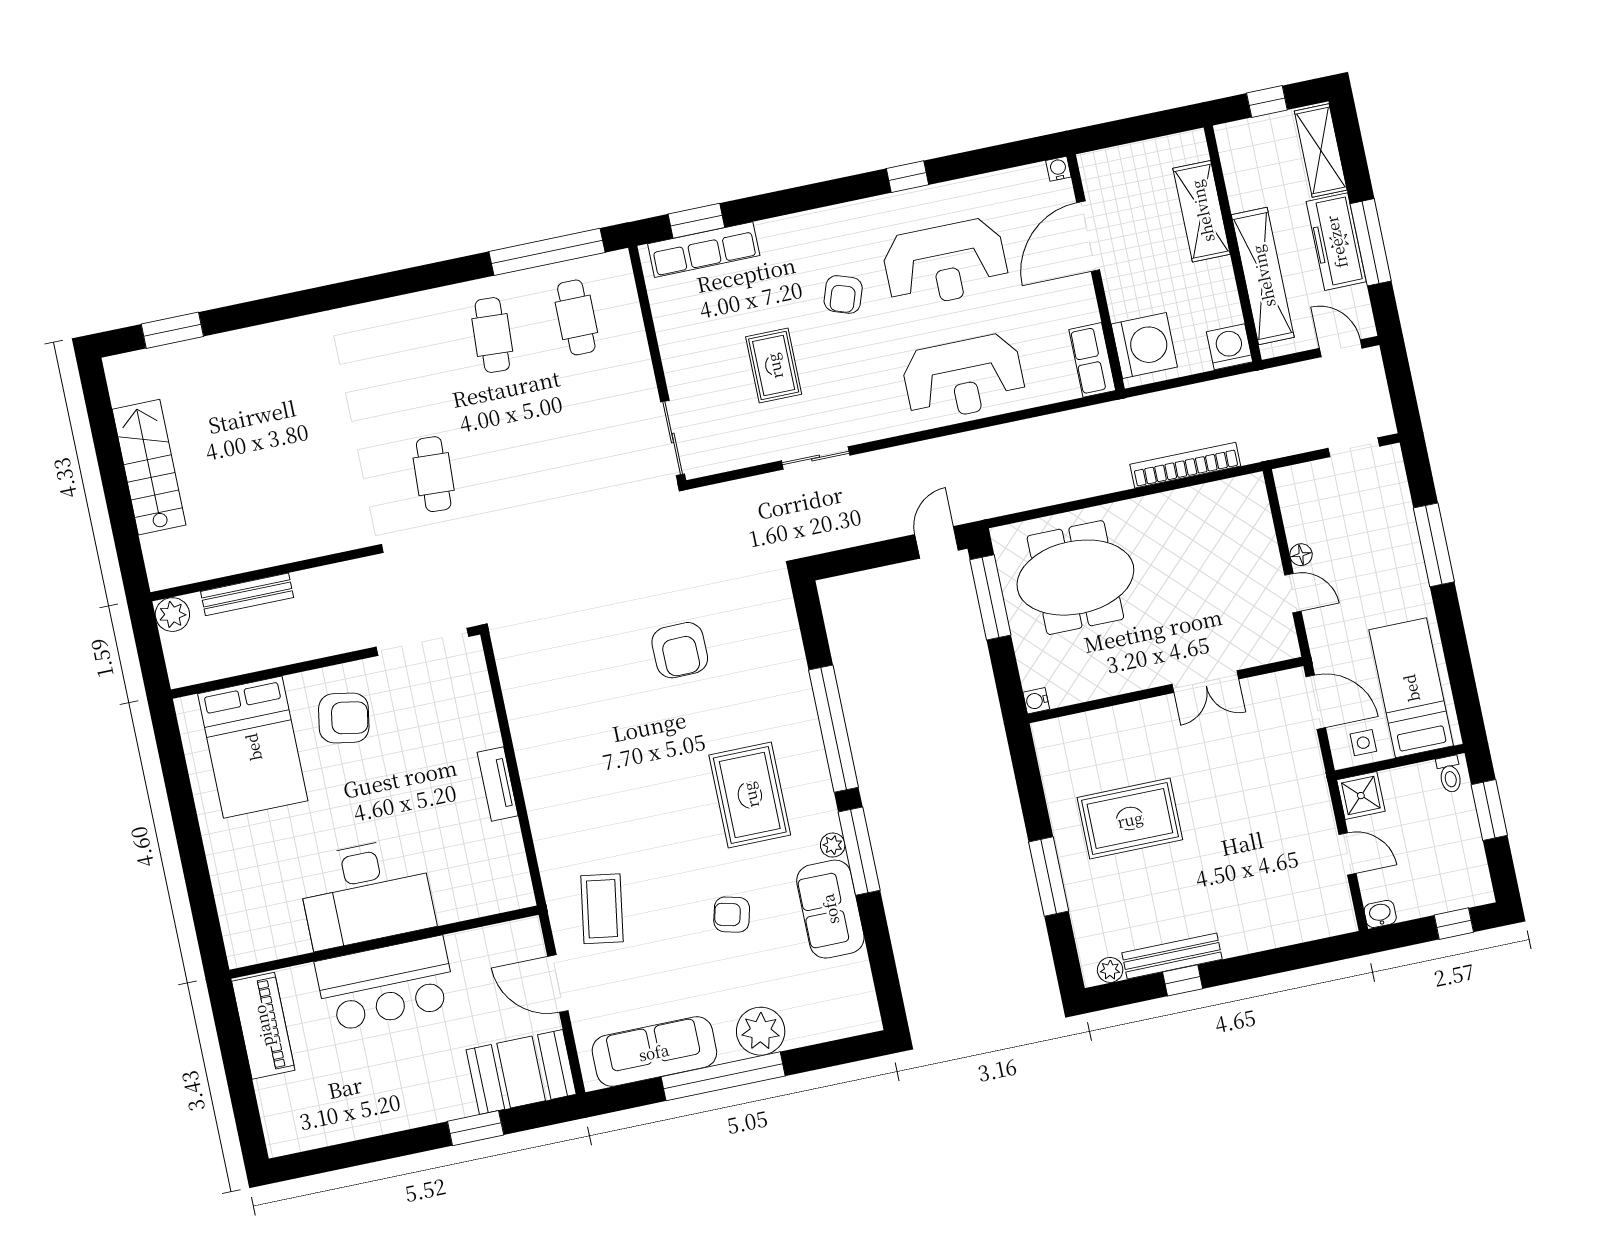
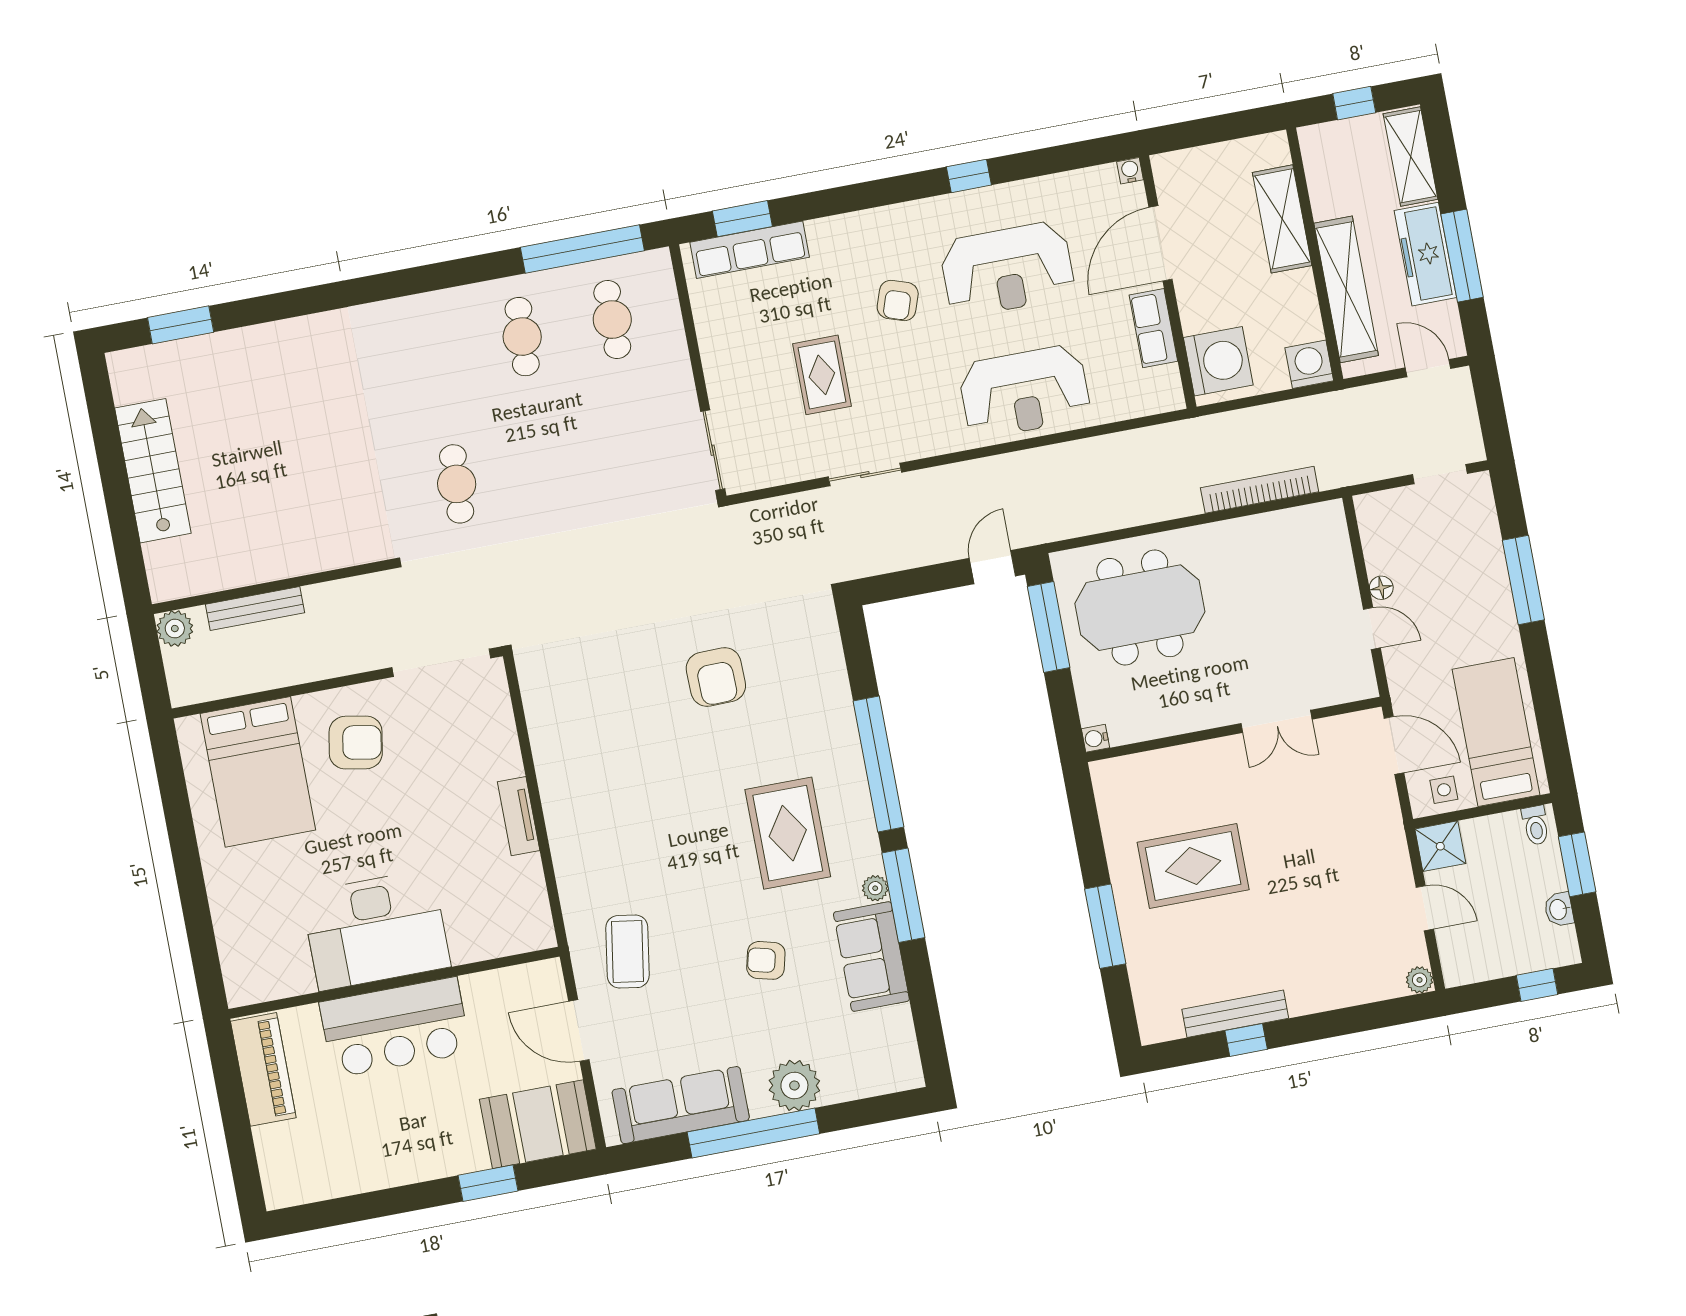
row of seats: (1092, 360) -> (1153, 328), moved
washbasin: (1380, 914) -> (1559, 909), moved, turned -90
plant: (1110, 970) -> (1420, 980), moved

